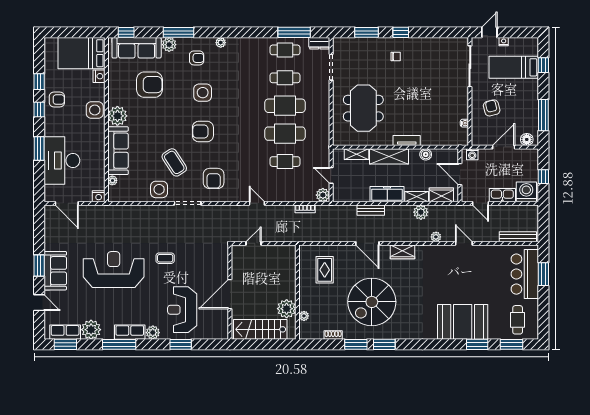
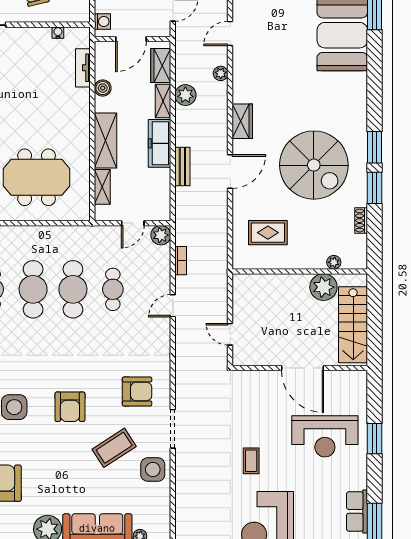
tv unit: (407, 141) -> (83, 68), moved
door: (257, 203) -> (173, 306), moved
plant: (153, 333) -> (358, 479), removed

